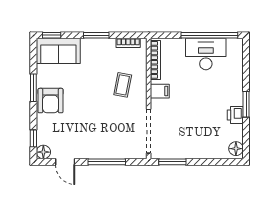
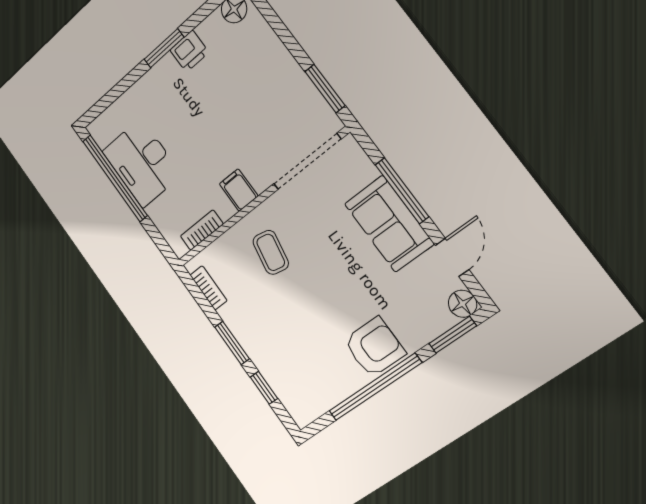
window: (52, 35) -> (264, 388), moved
sofa: (58, 51) -> (389, 224), moved, turned 180
bookcase: (155, 60) -> (202, 230), width x0.64
coffee table: (123, 85) -> (271, 252), turned 90
window: (33, 88) -> (375, 387), width x2.11
window: (33, 138) -> (453, 335), width x1.50

